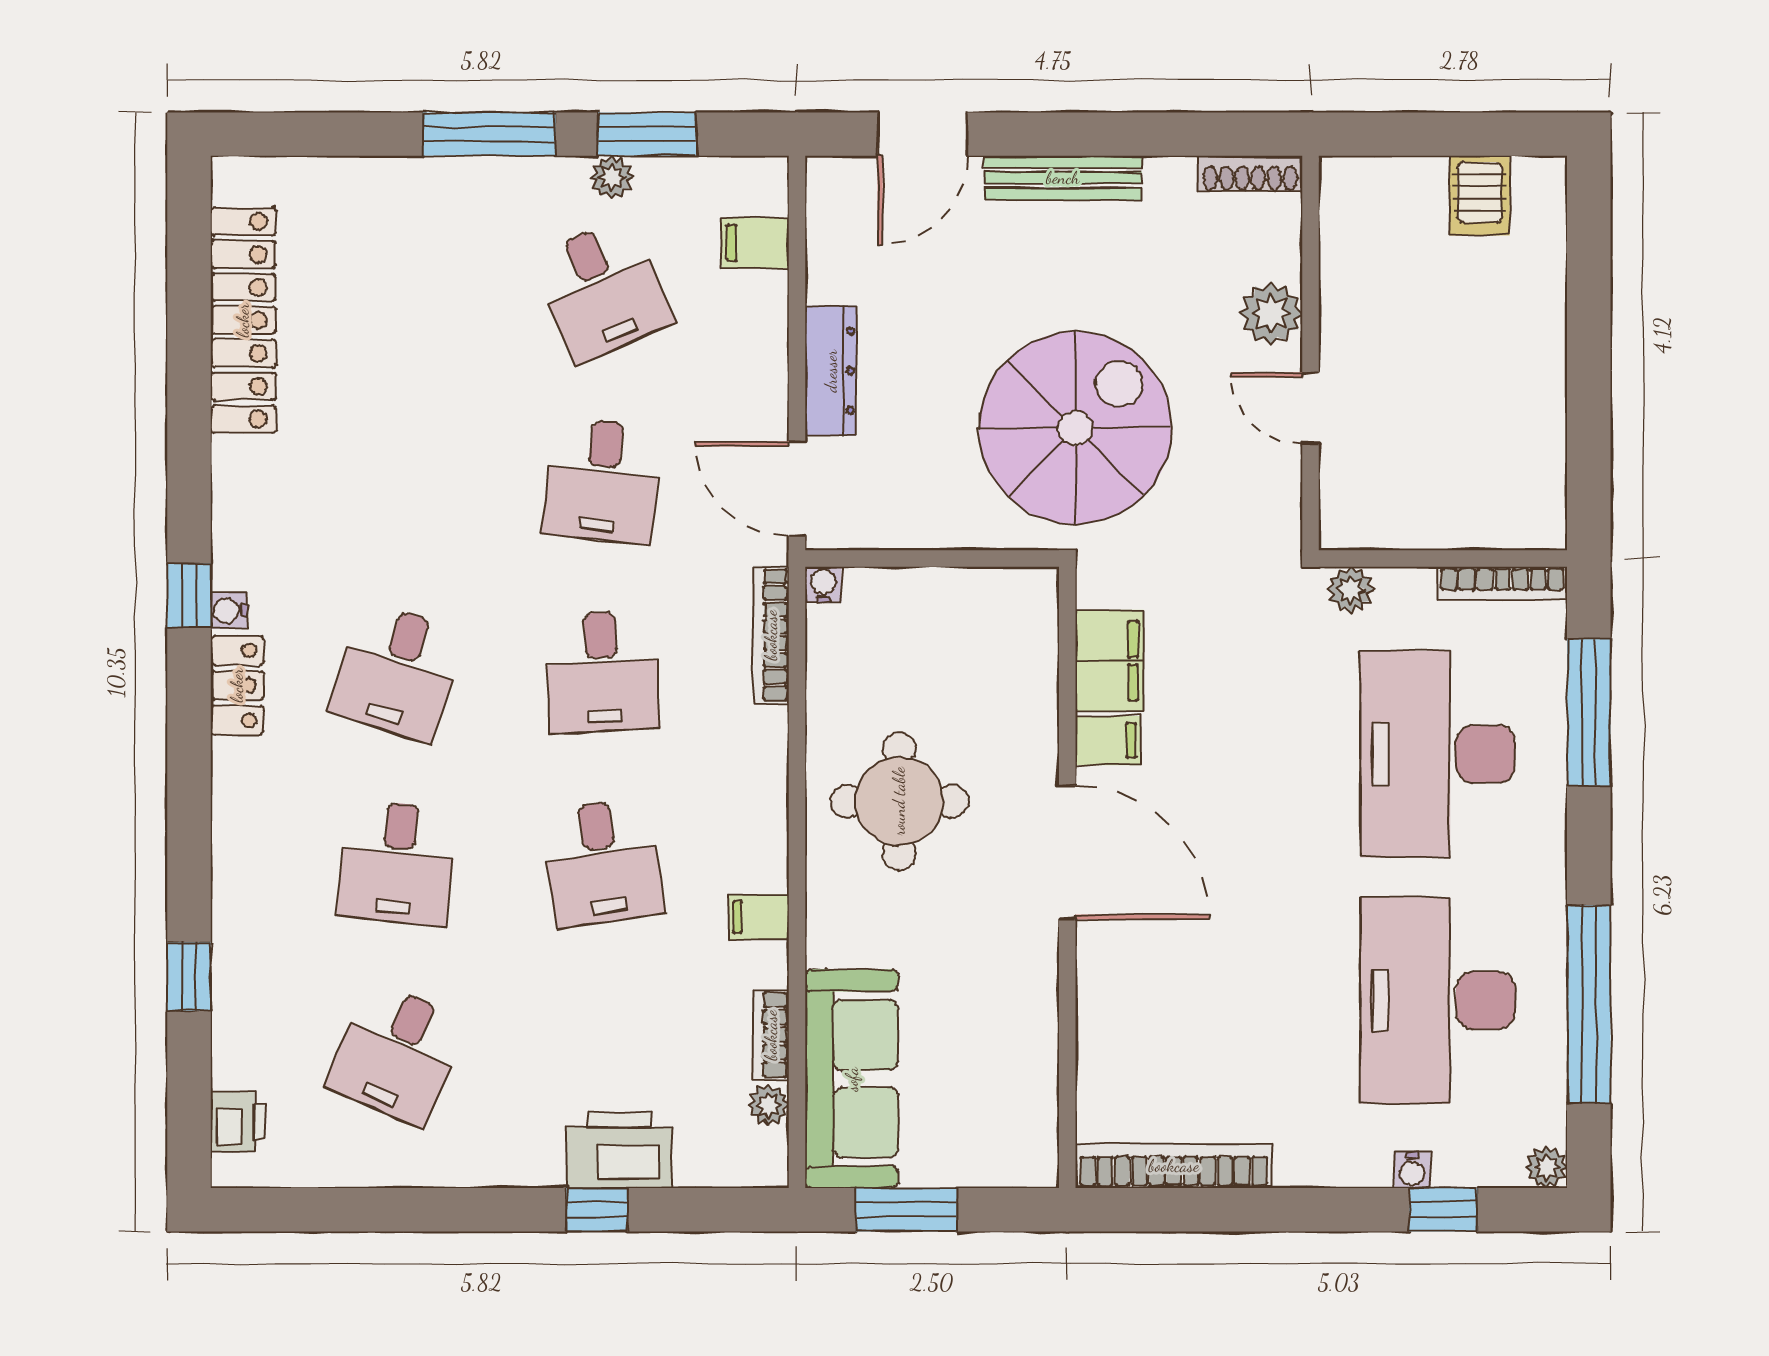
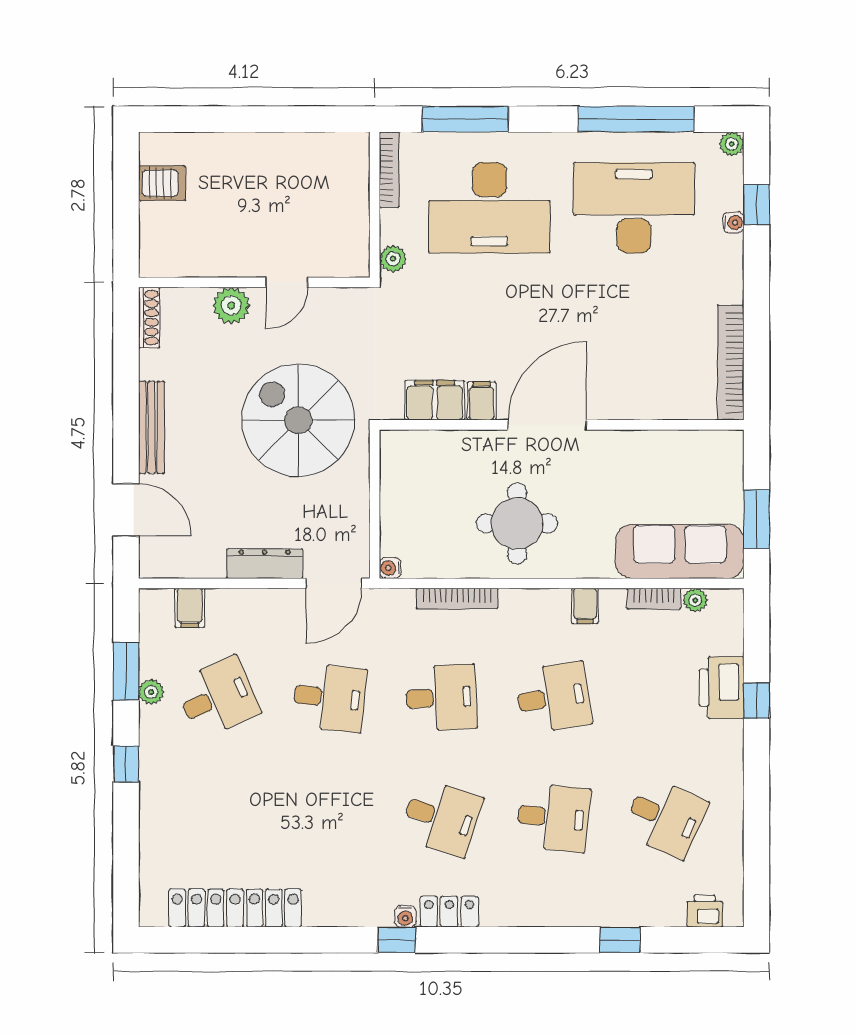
window: (489, 134) -> (126, 764), width x0.46
bookcase: (771, 635) -> (457, 599), moved
desk: (1438, 1001) -> (634, 208), turned 180

